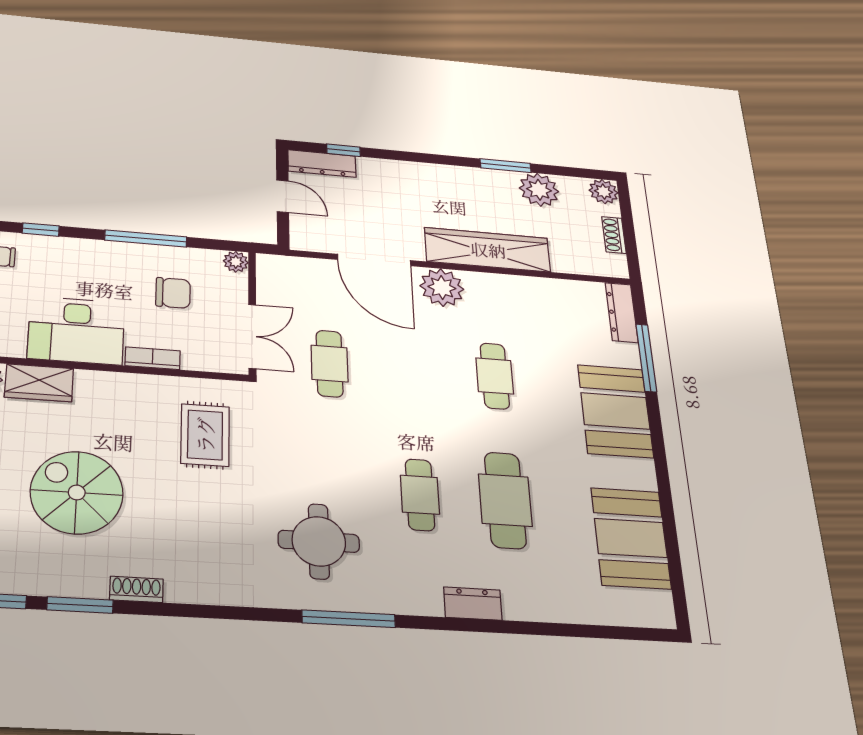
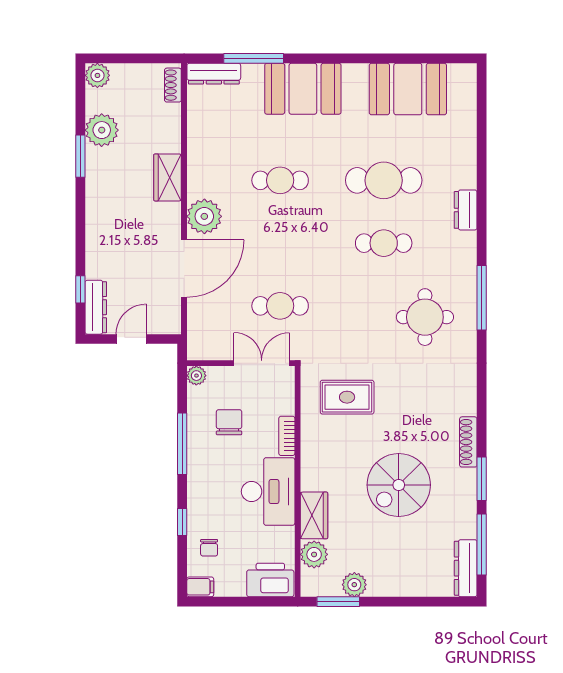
shoe rack: (614, 235) -> (173, 85), moved, turned 90
wardrobe: (488, 250) -> (168, 177), width x0.48, depth x0.85
shoe rack: (136, 589) -> (468, 442), width x1.43

